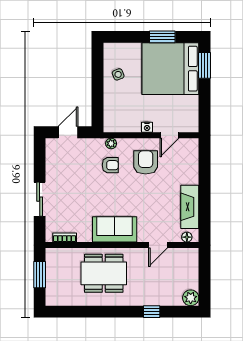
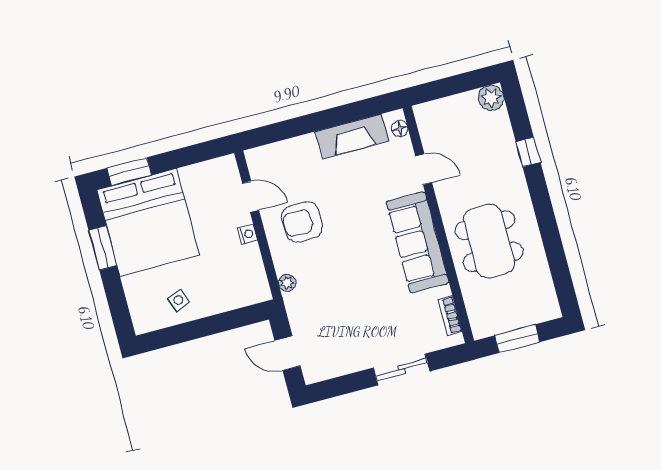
armchair: (110, 165) -> (321, 275), removed
sofa: (115, 229) -> (417, 242), width x1.36

